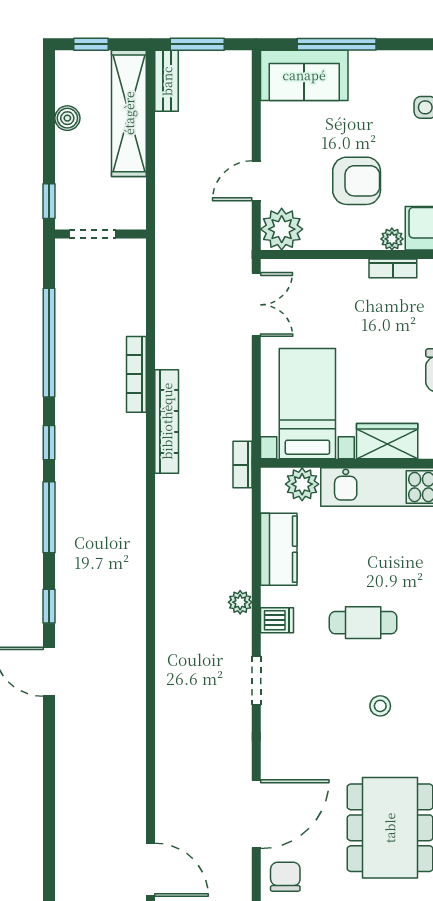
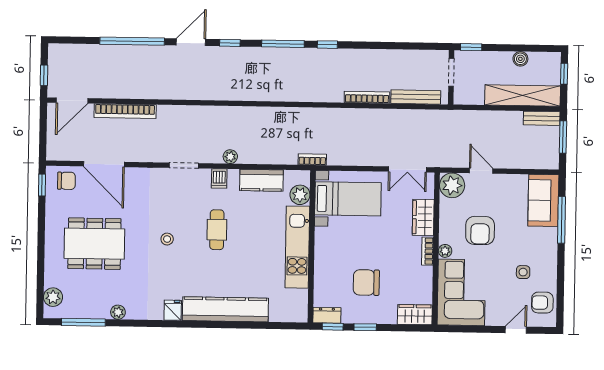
bench: (134, 293) -> (416, 97), added
window: (49, 343) -> (132, 41), moved
bookcase: (167, 421) -> (125, 111), moved
wardrobe: (387, 441) -> (423, 217), moved, turned 180

